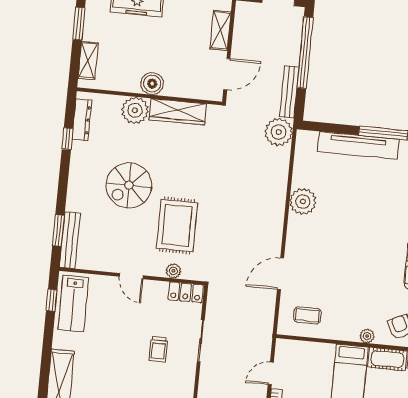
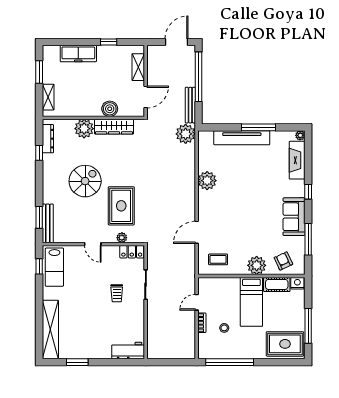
boiler: (152, 84) -> (110, 109), moved
spiral stairs: (129, 185) -> (85, 181), turned 180
plant: (367, 336) -> (257, 265), width x1.88, depth x1.88

